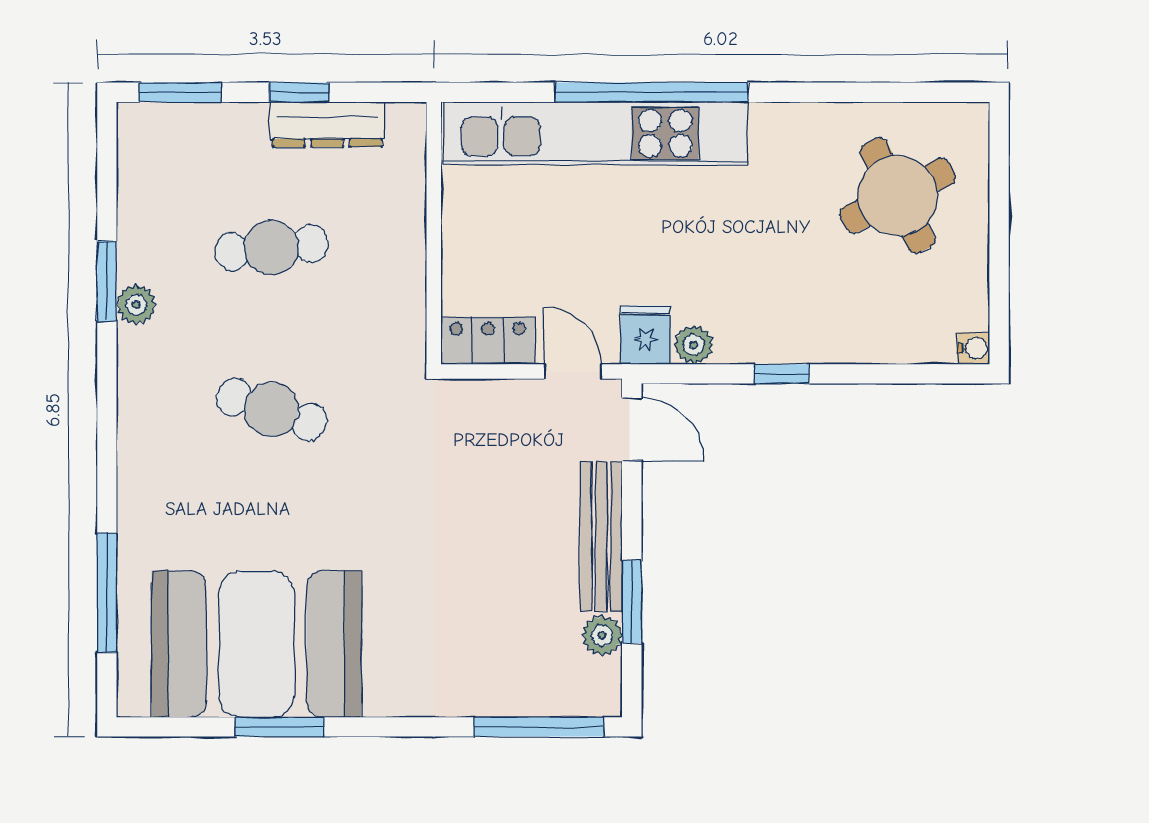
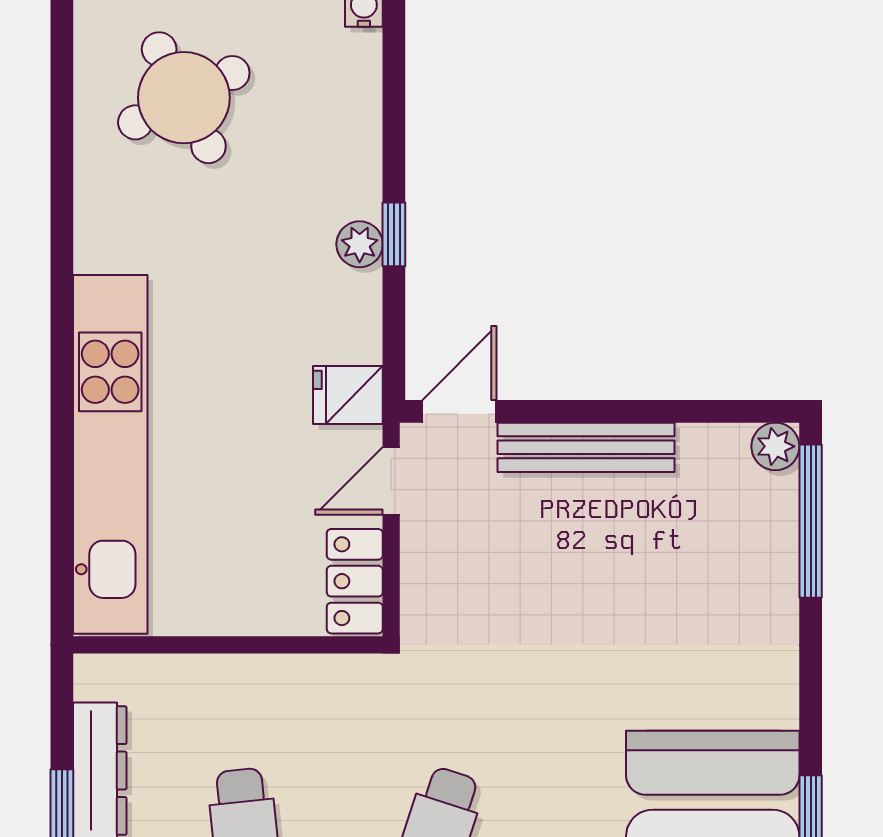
window: (652, 92) -> (62, 388), removed
plant: (694, 345) -> (360, 244), moved
window: (632, 602) -> (663, 411), removed
plant: (602, 635) -> (775, 446), moved

